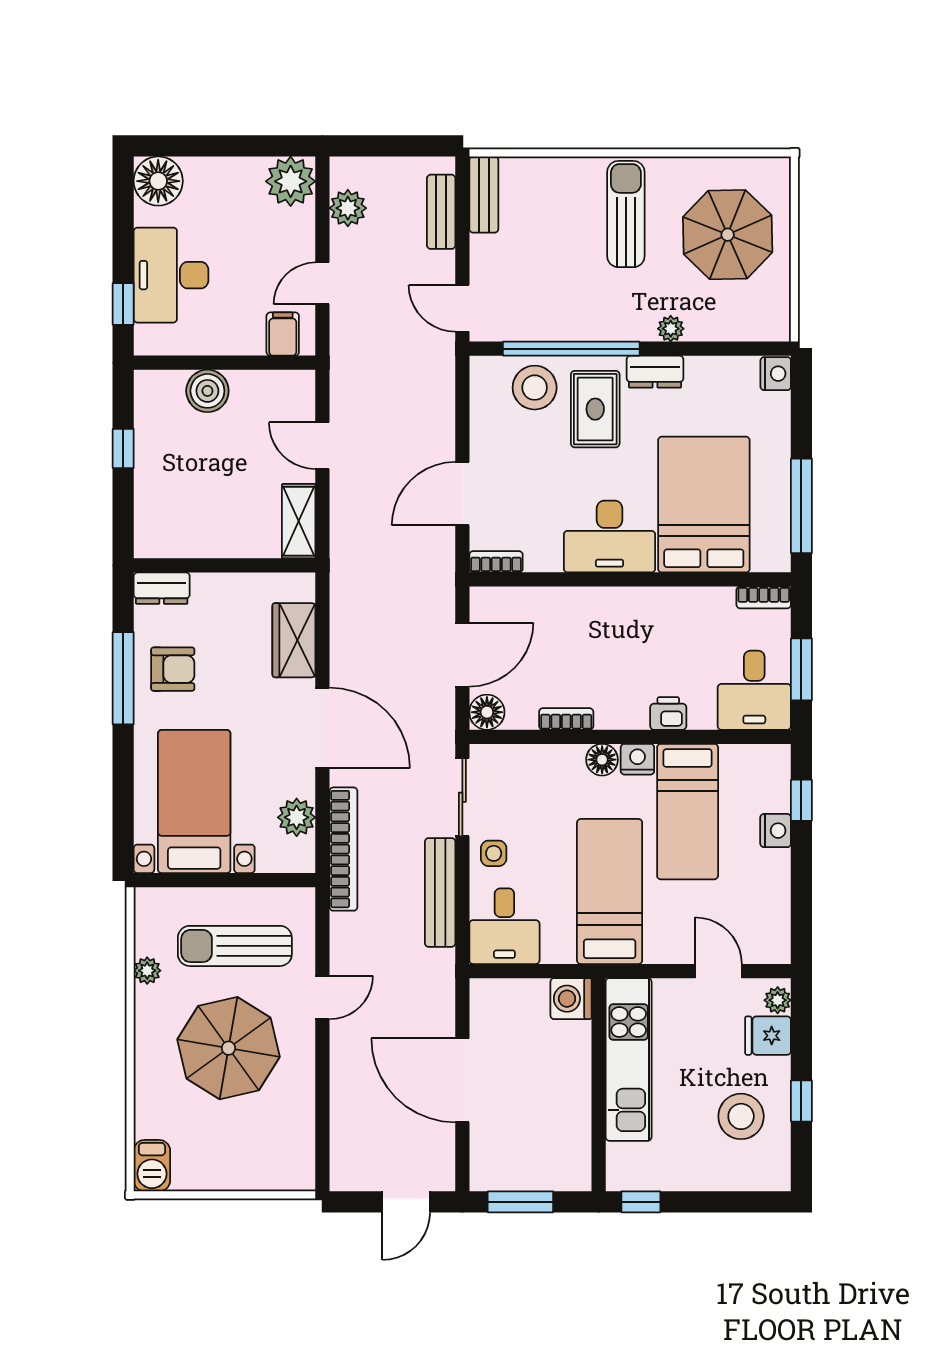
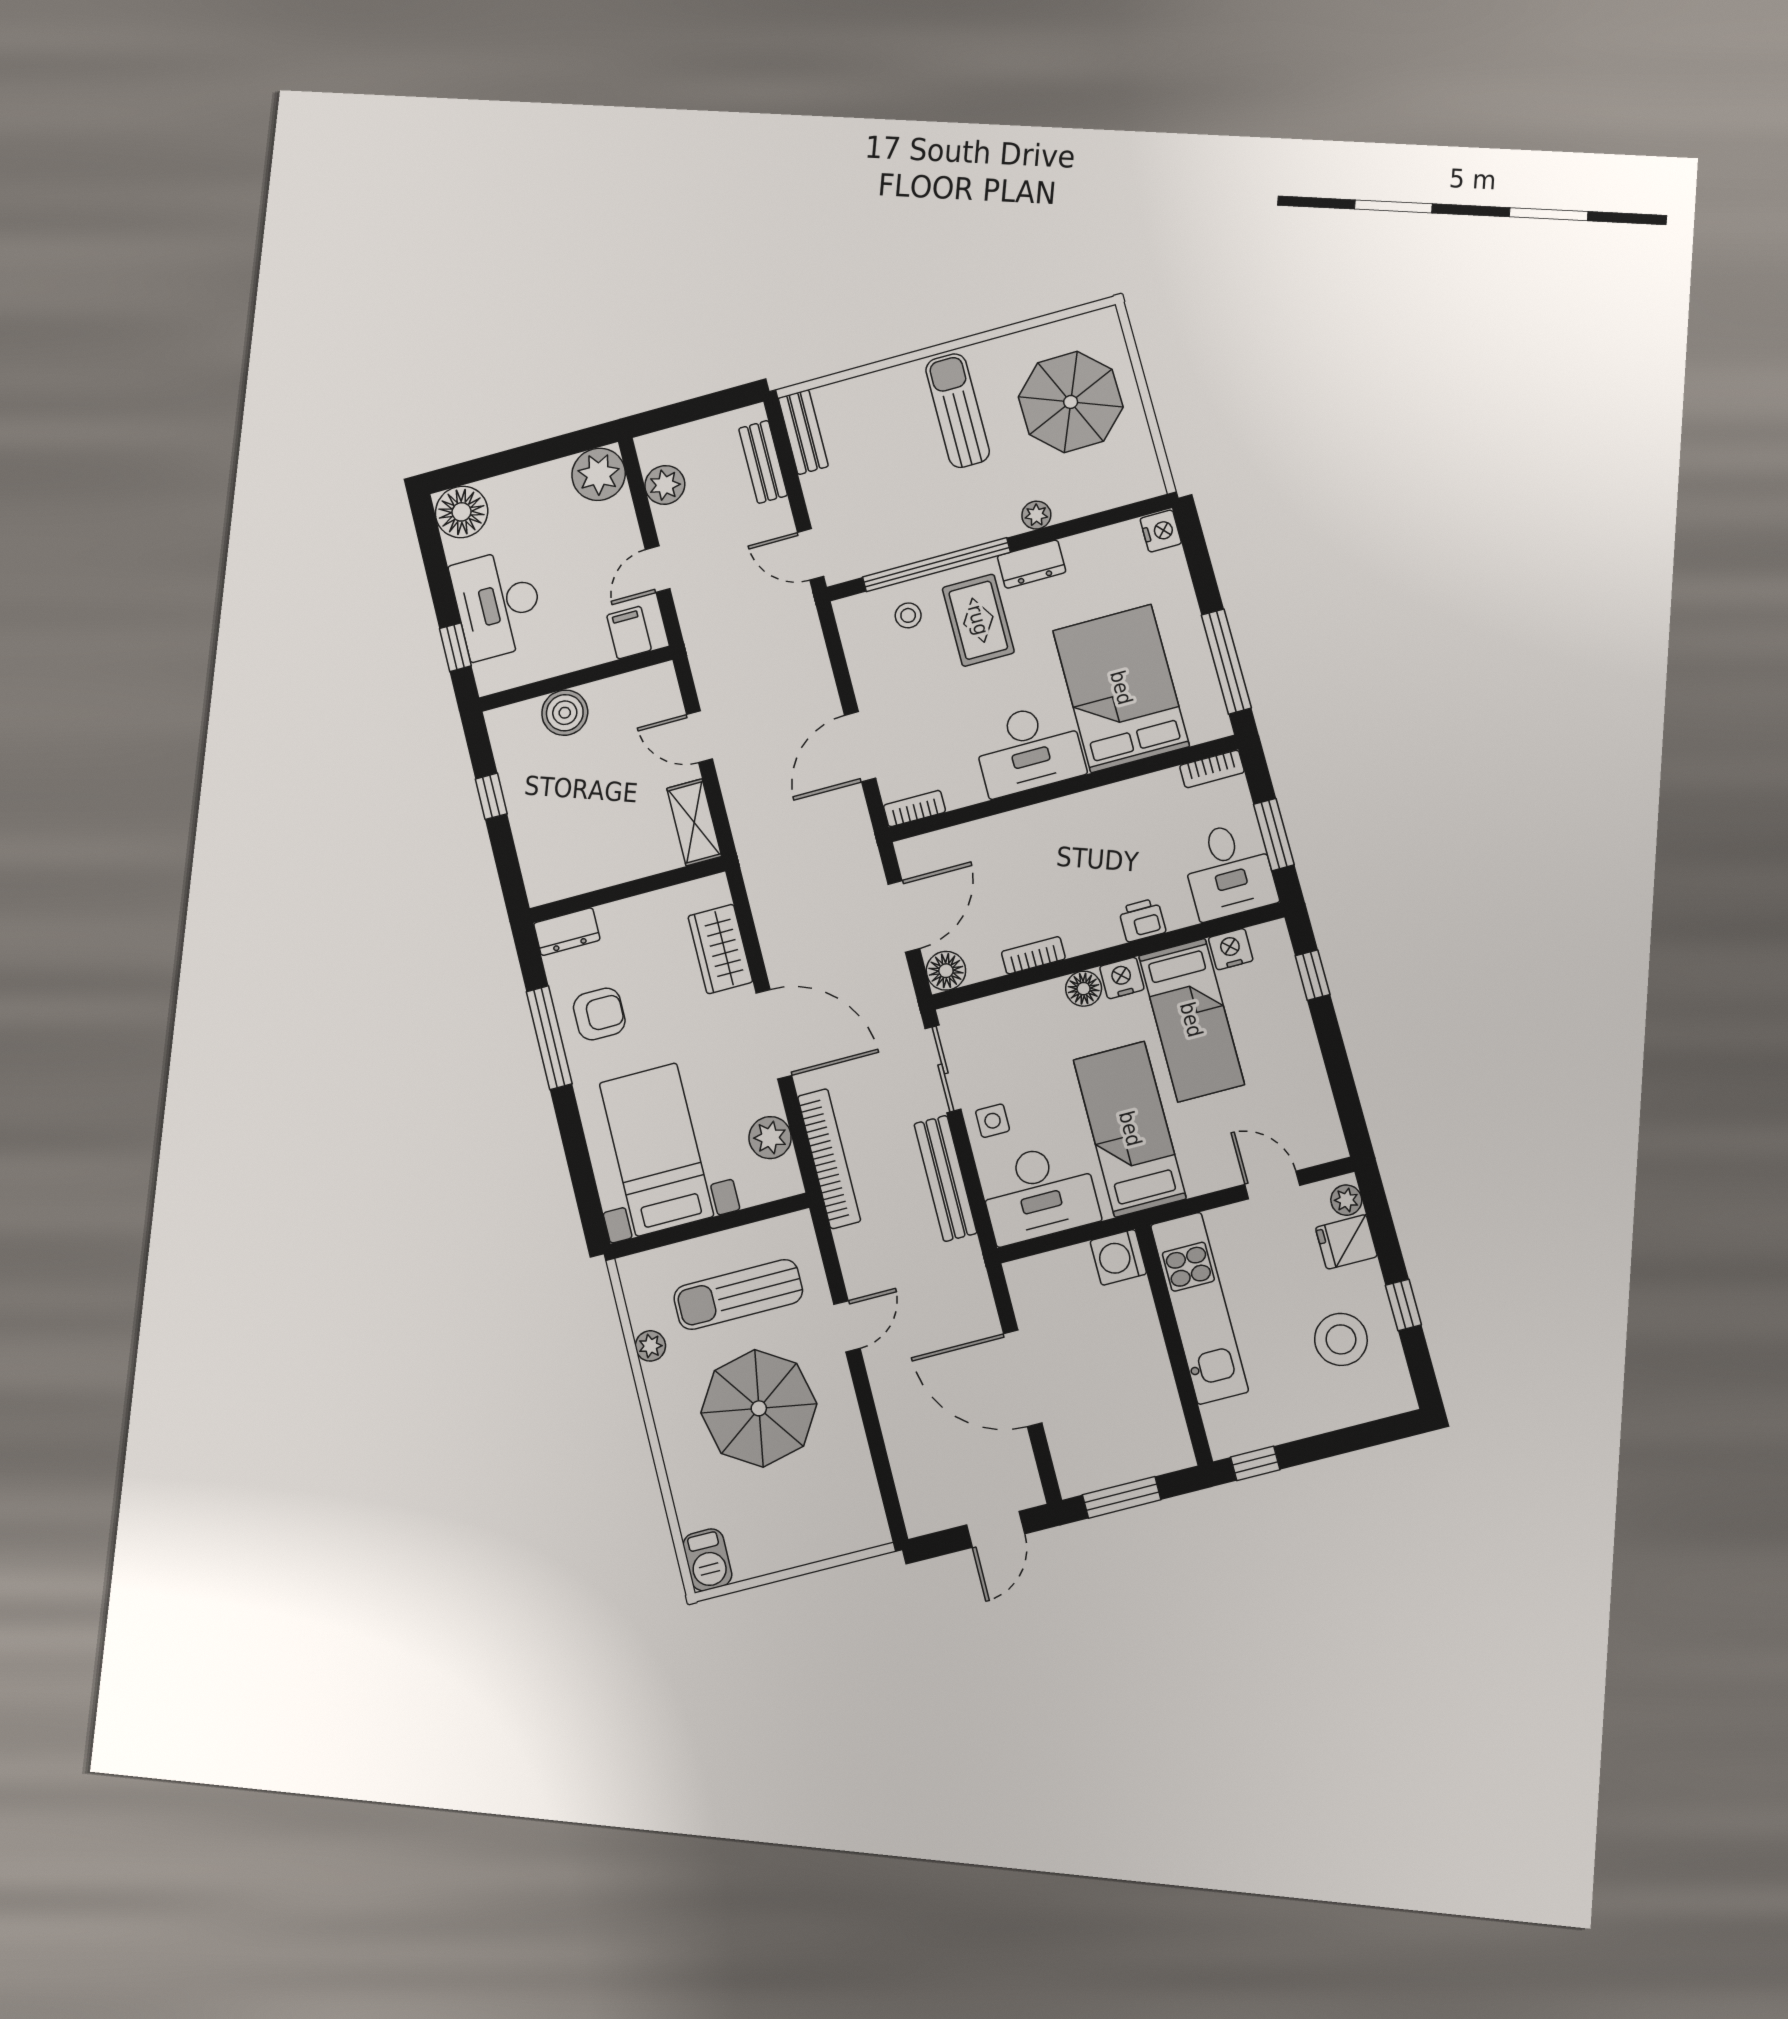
stool: (535, 388) -> (908, 615), width x0.53, depth x0.53
nightstand: (776, 831) -> (1231, 949), moved, turned -90
desk: (504, 926) -> (1039, 1193), width x1.37

